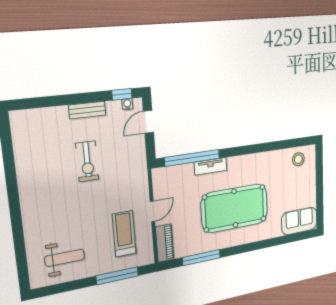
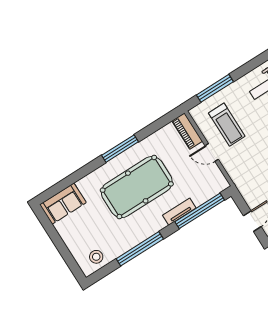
window: (261, 148) -> (140, 249), added
door: (152, 211) -> (212, 153), hinge flipped
window: (201, 258) -> (120, 149), moved

